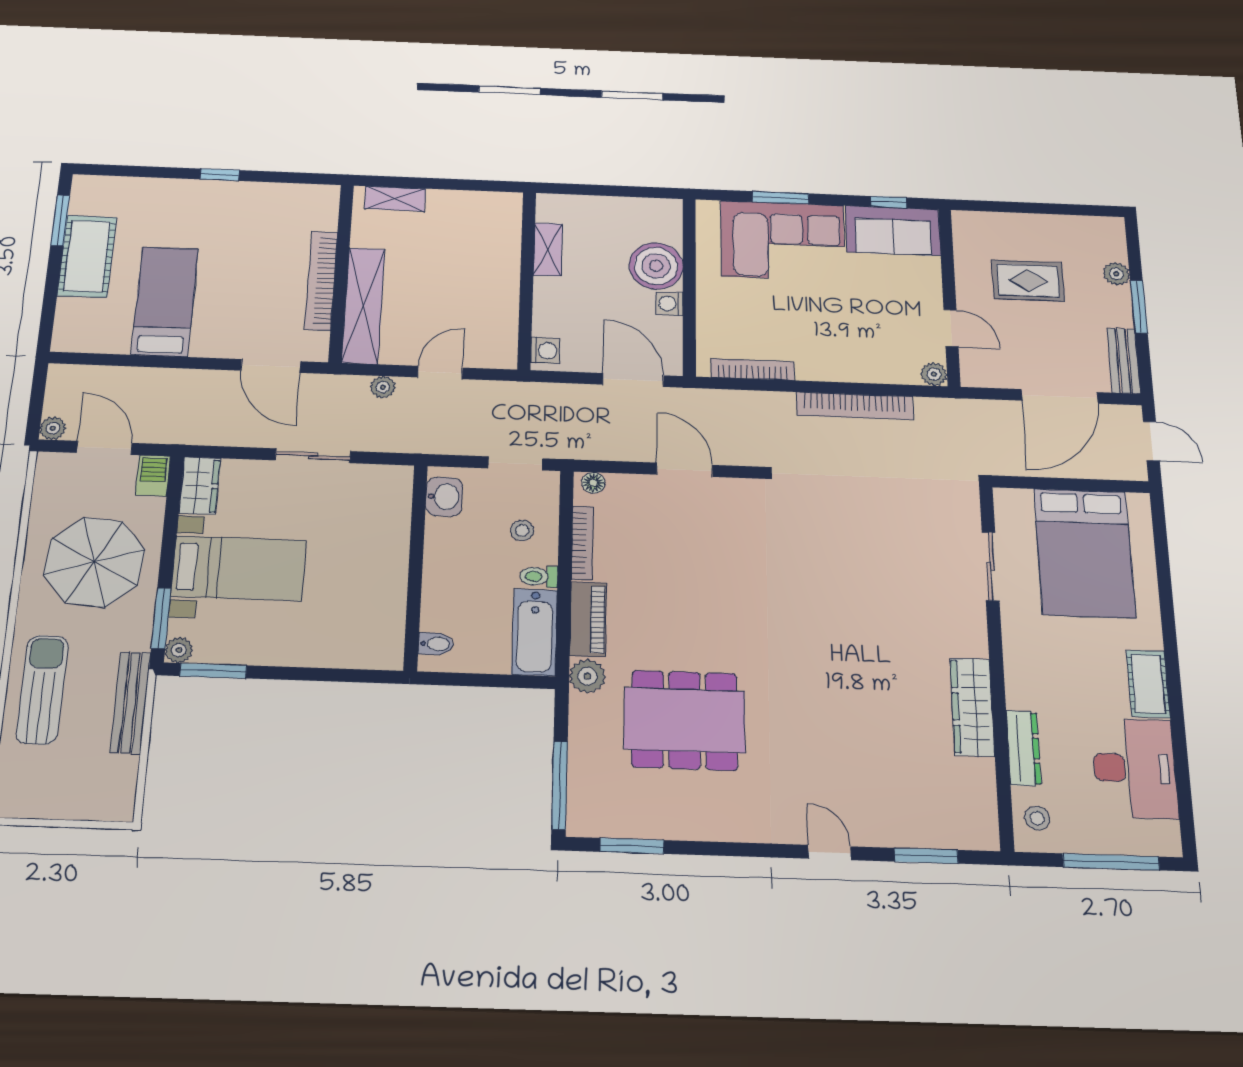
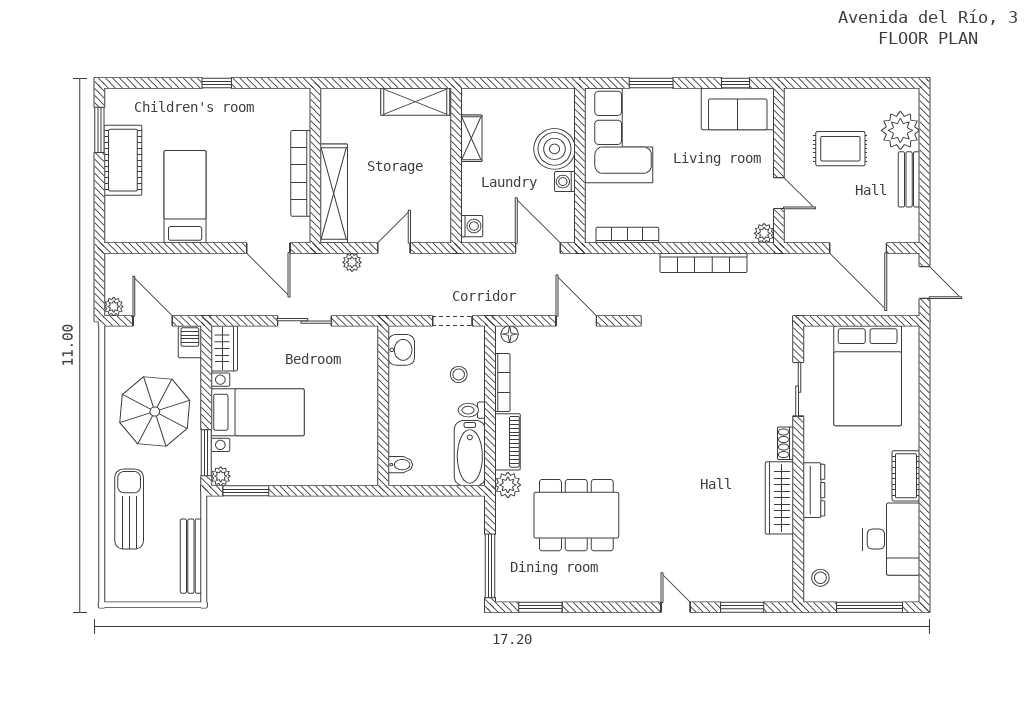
shelving: (395, 199) -> (415, 102), moved, width x1.50, depth x1.33
corner sofa: (783, 241) -> (619, 135), moved, turned -90
plant: (1116, 274) -> (900, 130), width x1.88, depth x1.88
window: (1139, 307) -> (925, 168), removed
bench: (1124, 361) -> (909, 179), moved
door: (1060, 396) -> (858, 248), hinge flipped
shoe rack: (977, 635) -> (785, 443), added
bench: (130, 702) -> (191, 556), moved
dresser: (1023, 748) -> (814, 490), moved

